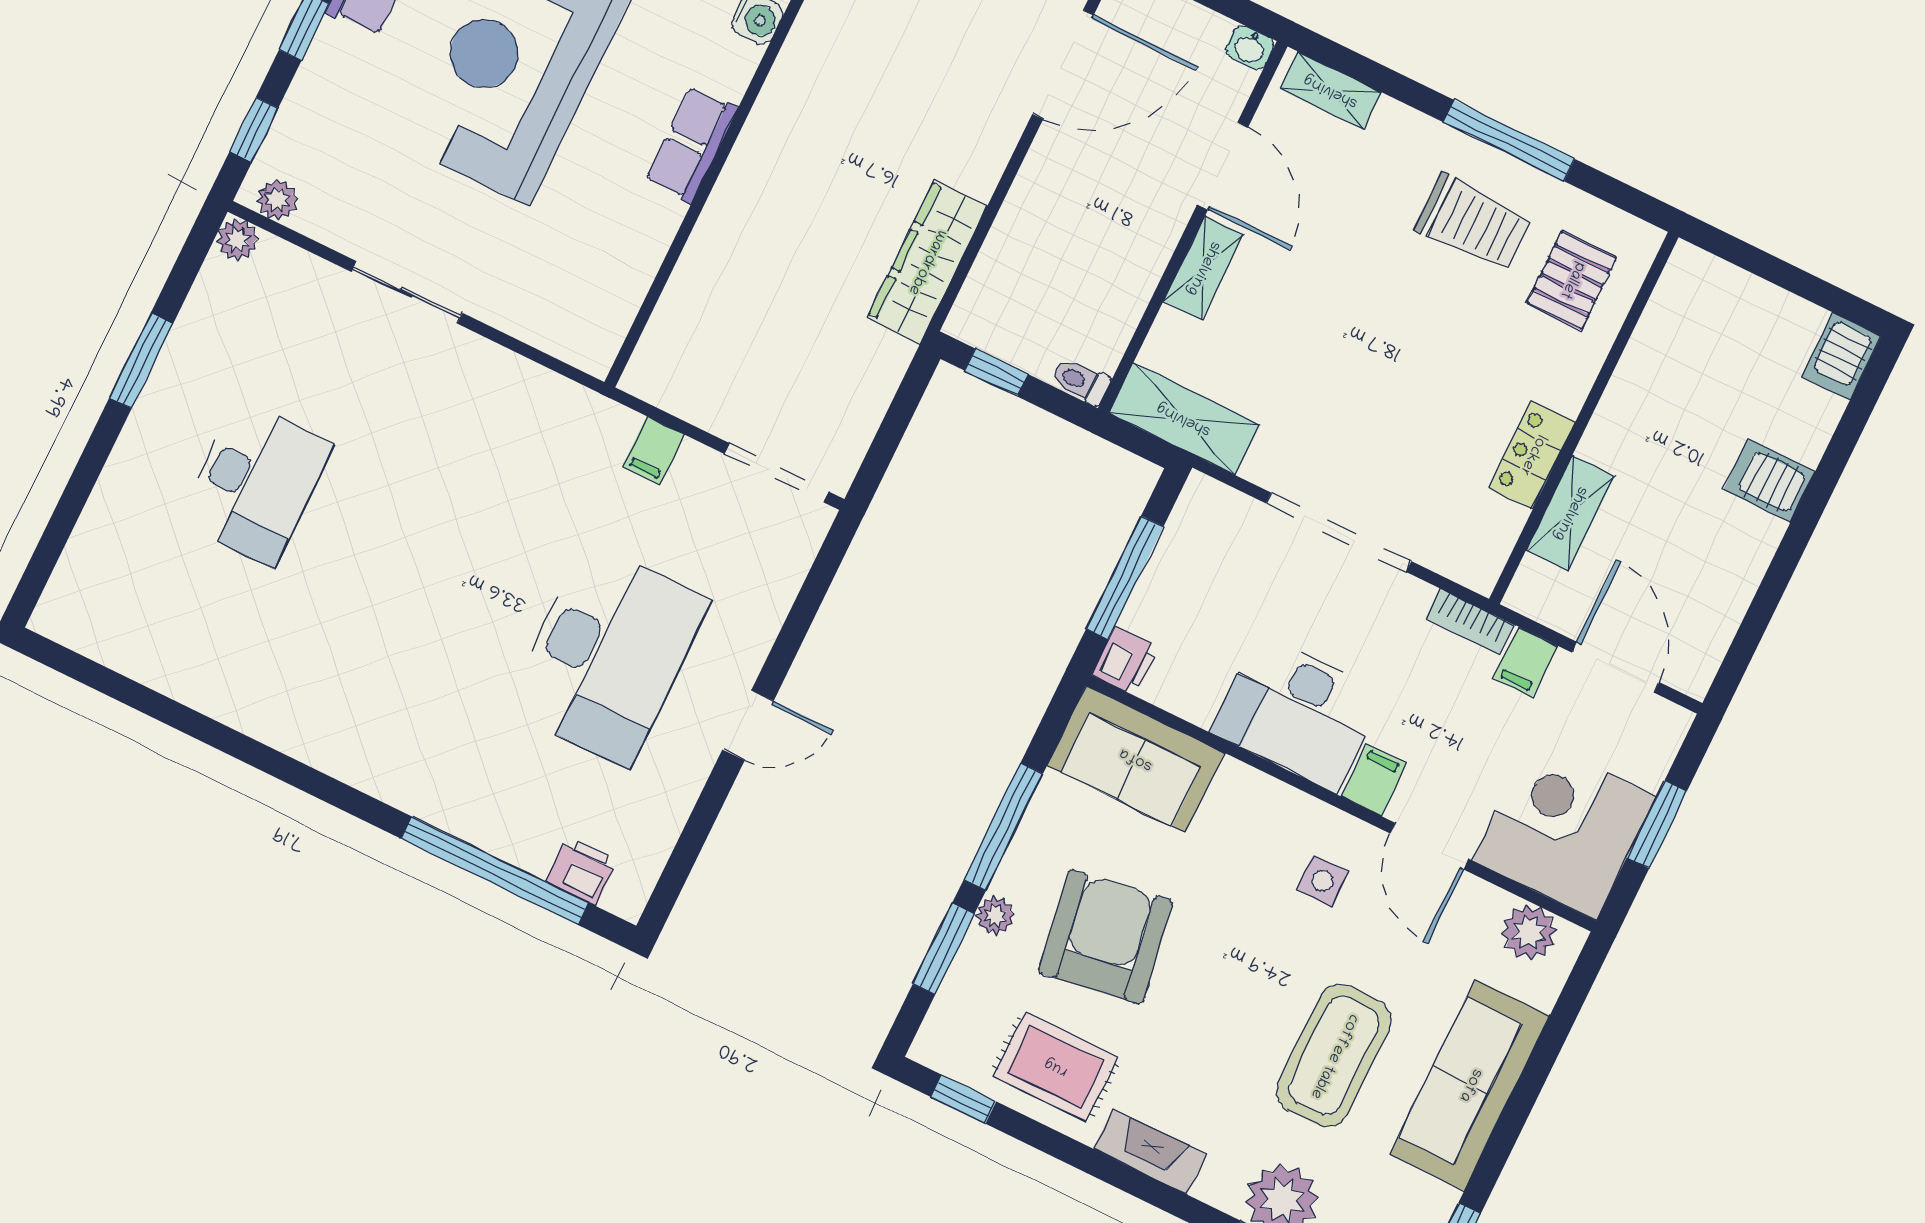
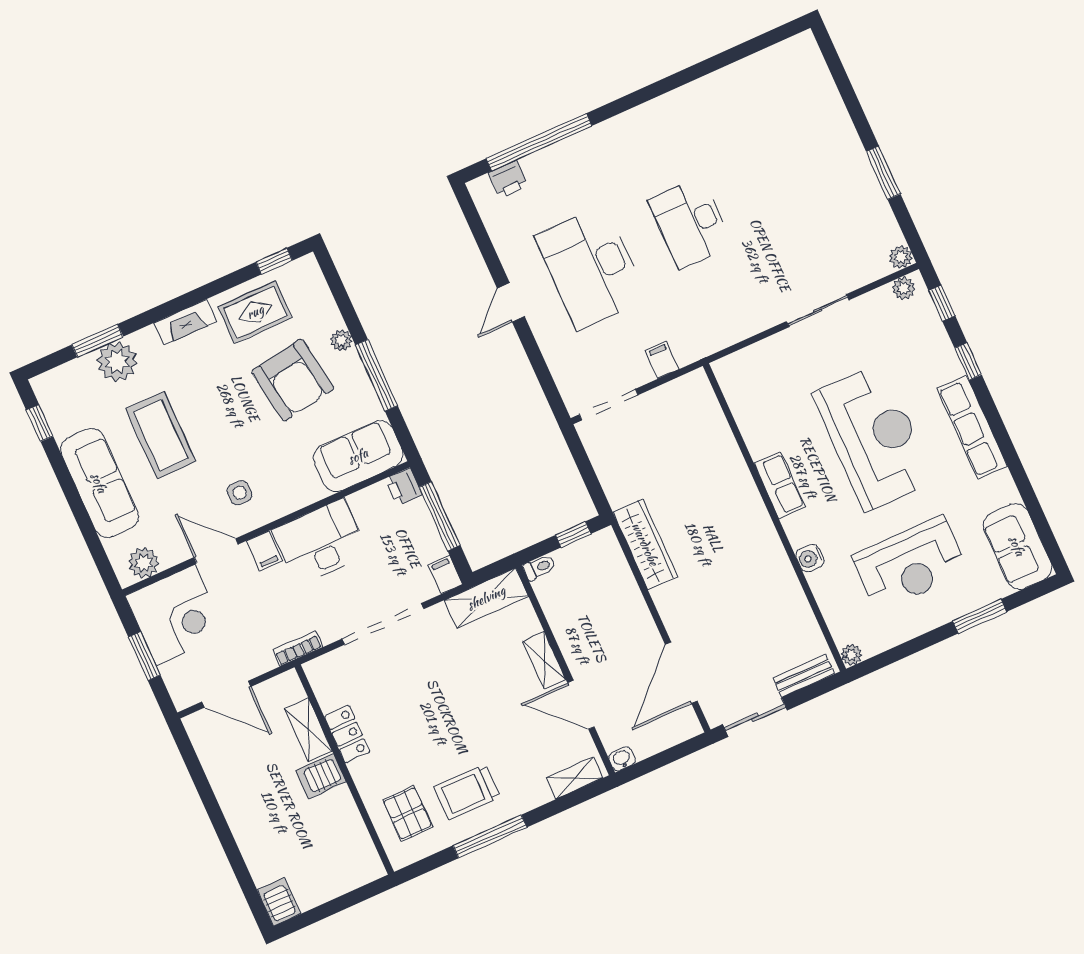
server rack: (1769, 481) -> (321, 776), moved, turned 180
desk: (256, 483) -> (690, 223), moved
filing cabinet: (1525, 662) -> (445, 575), moved
window: (944, 949) -> (345, 306), removed

